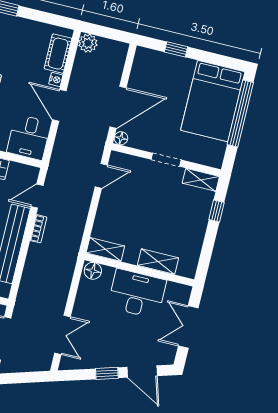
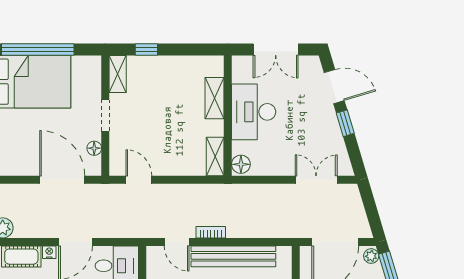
floor lamp: (121, 138) -> (94, 148), moved
door: (142, 371) -> (334, 87), hinge flipped

